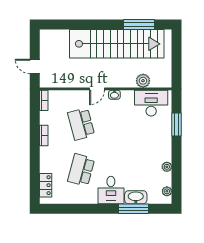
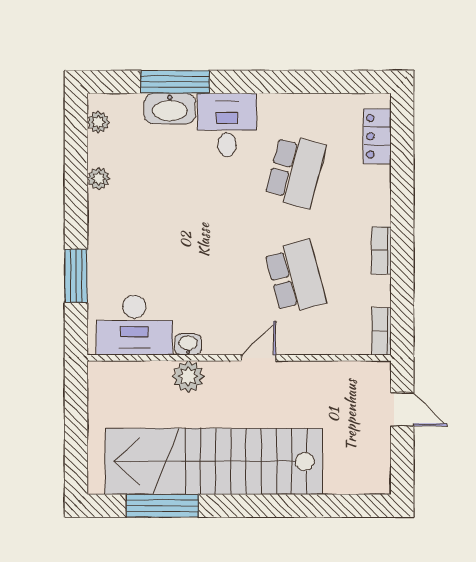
plant: (143, 81) -> (188, 377), moved
washbasin: (114, 95) -> (188, 344), moved

